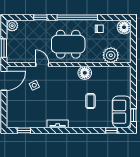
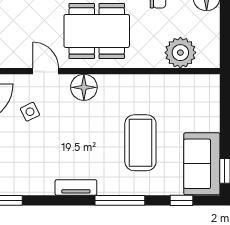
floor lamp: (85, 73) -> (84, 87), moved
coffee table: (90, 101) -> (140, 143), width x1.86, depth x1.72
window: (80, 130) -> (120, 200), added

